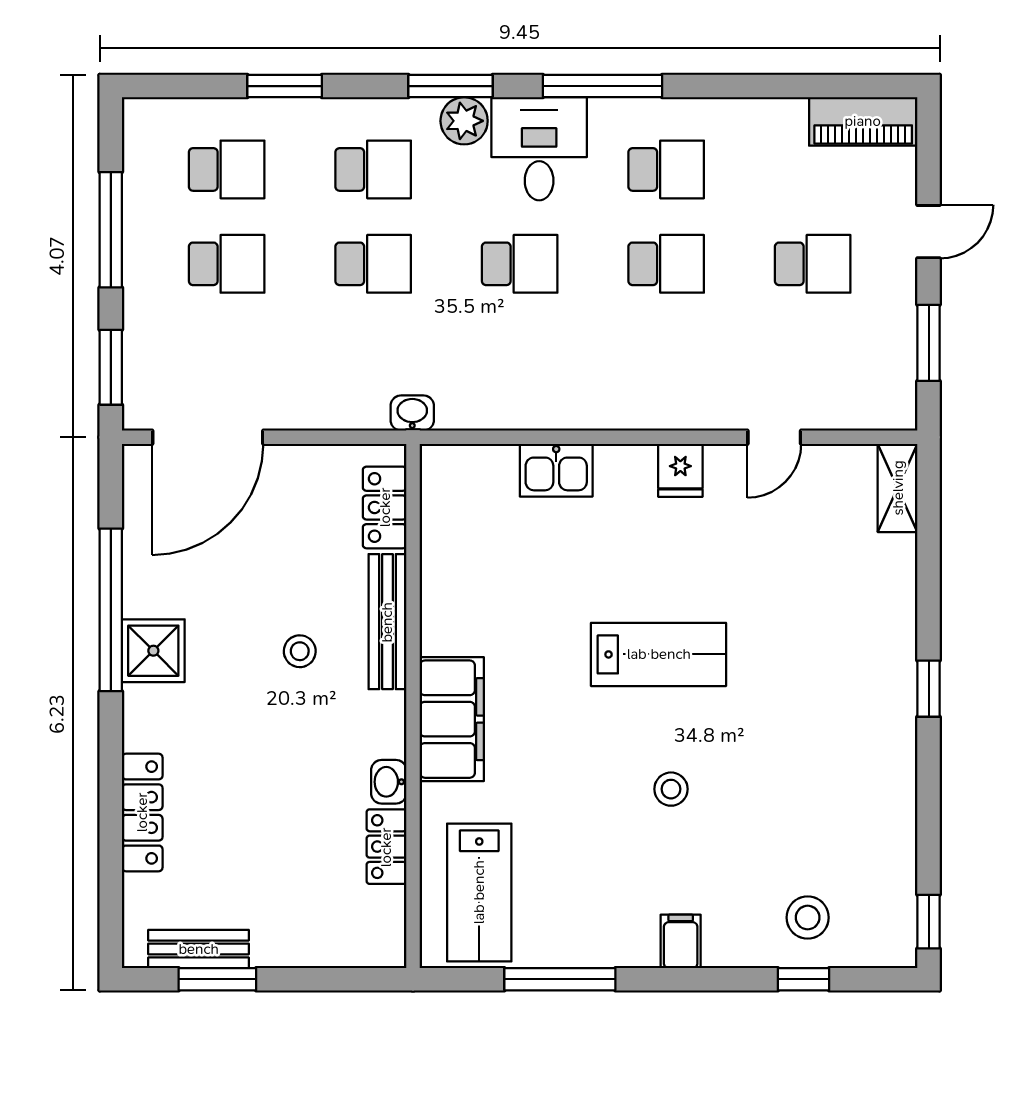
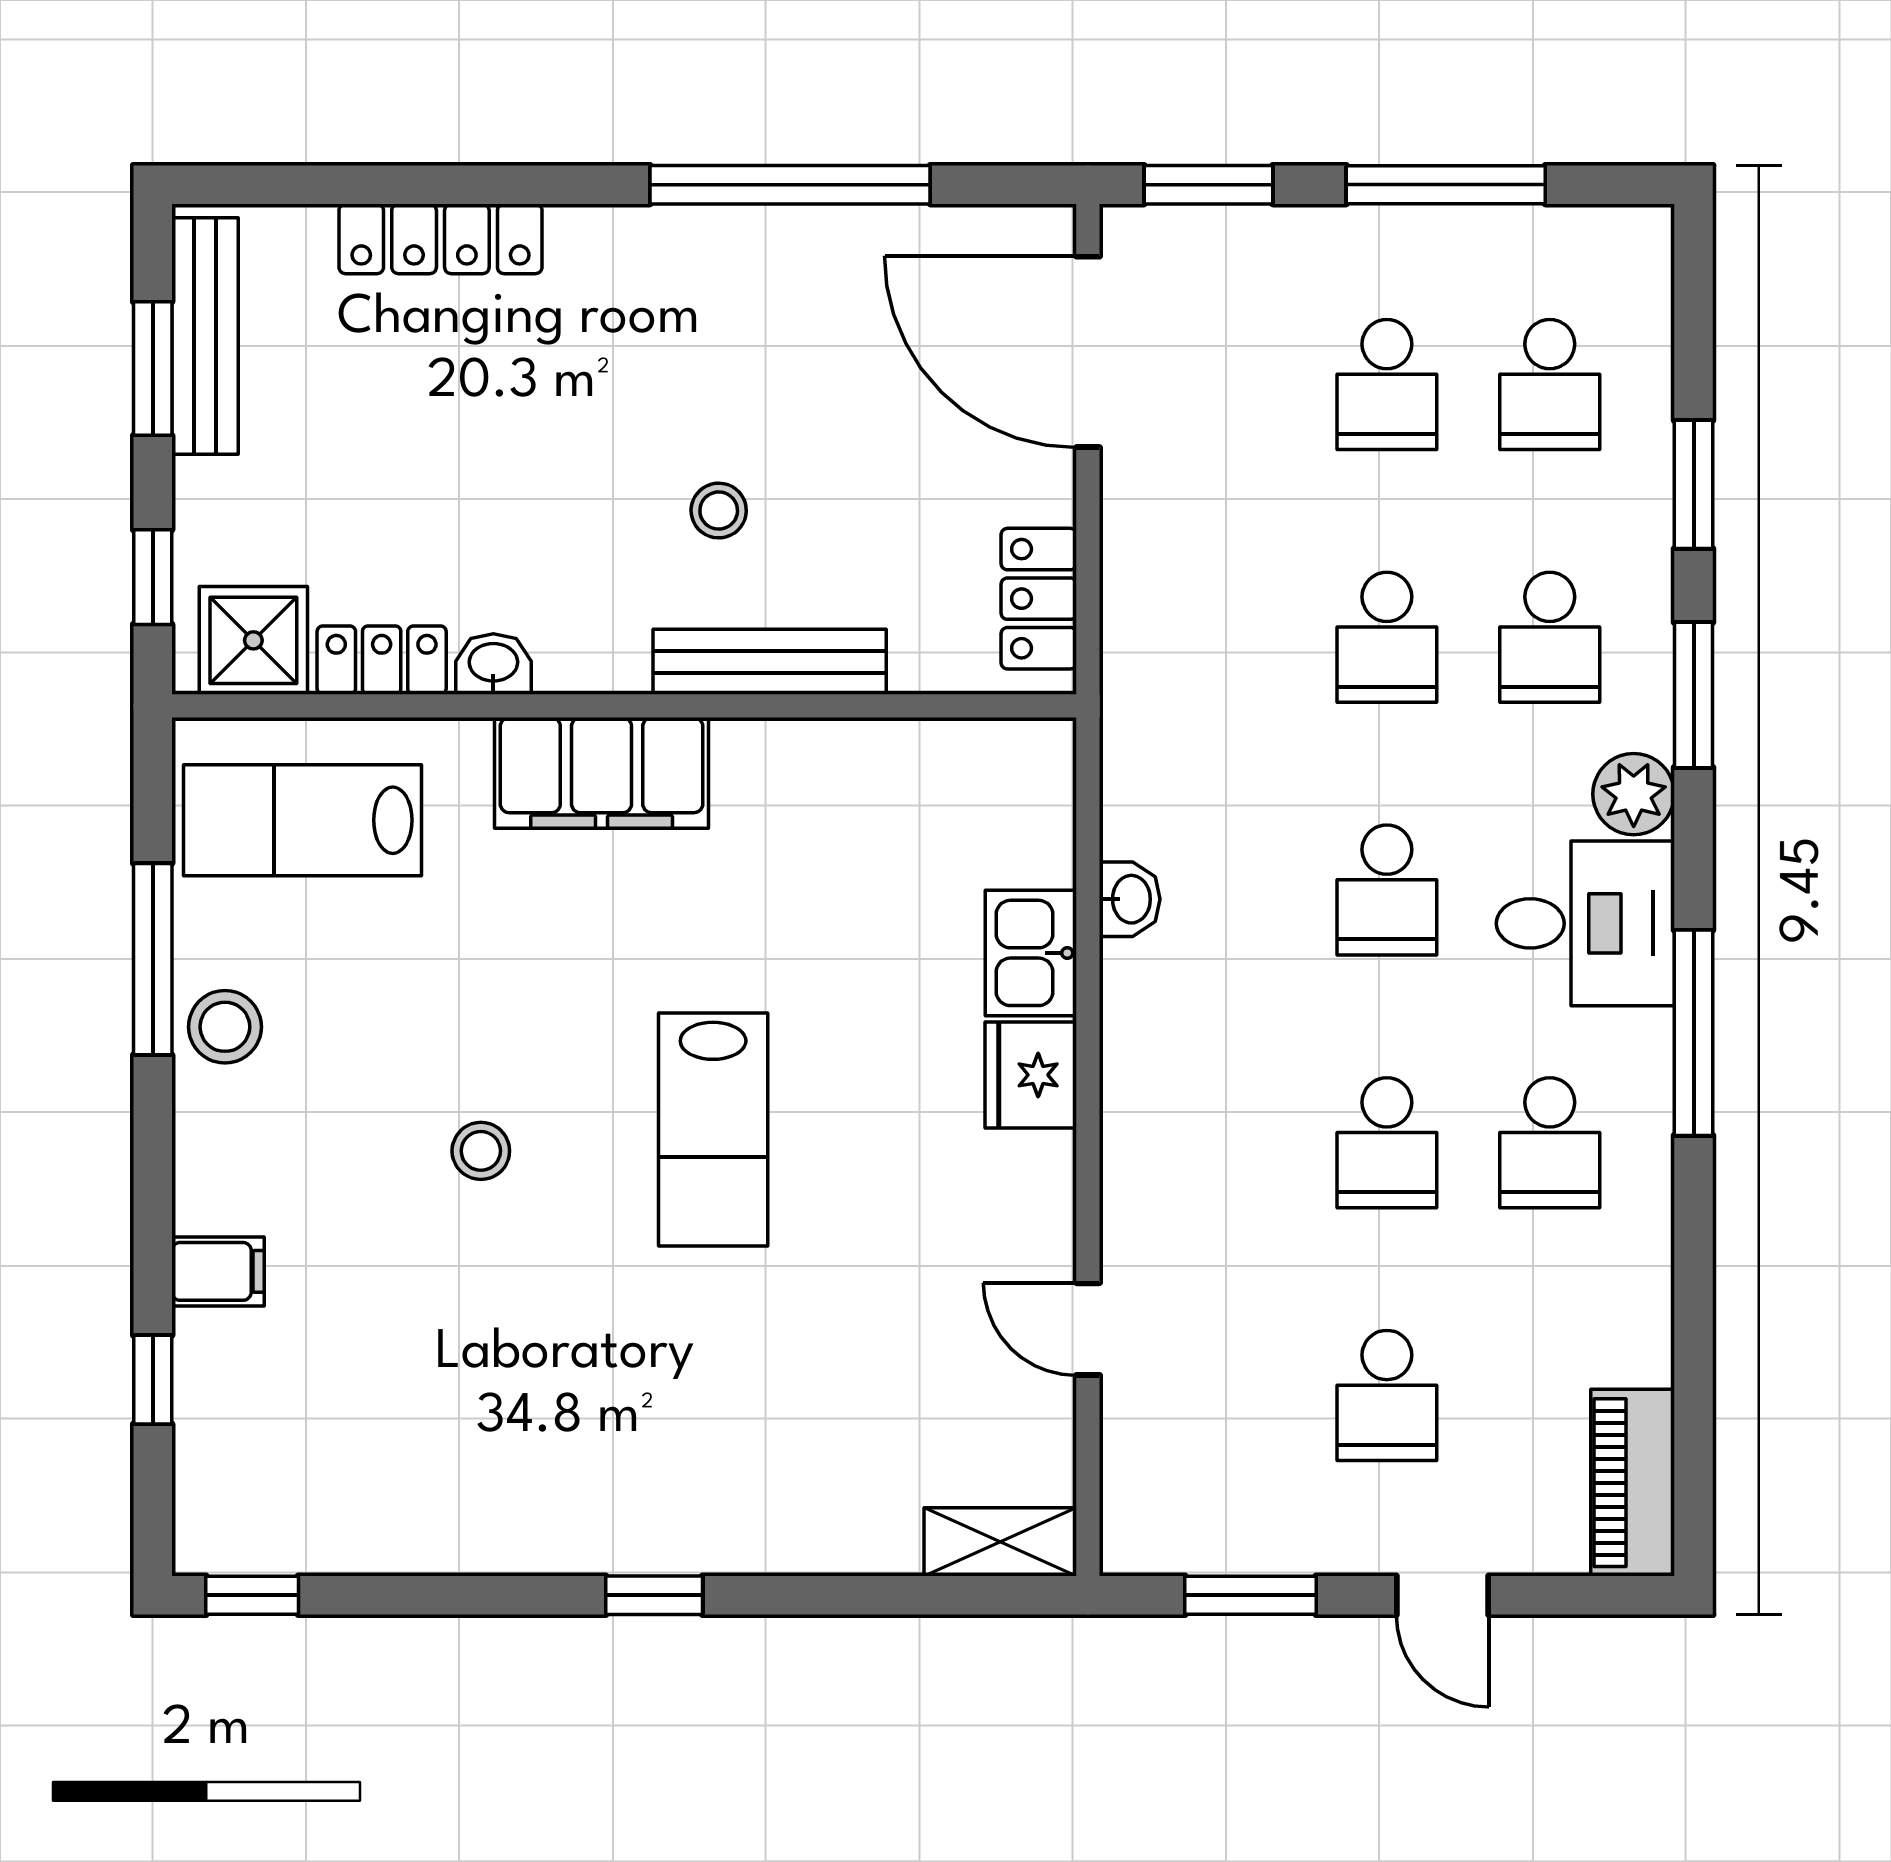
window: (450, 86) -> (1694, 695), moved
washbasin: (412, 413) -> (1130, 899), moved
fridge: (680, 470) -> (1031, 1075), moved, width x1.38
locker: (385, 507) -> (1039, 599), moved, turned -90
shower: (153, 651) -> (253, 640), moved
stool: (808, 918) -> (225, 1027), moved
filing cabinet: (681, 941) -> (218, 1271), moved
bench: (199, 949) -> (205, 336), width x1.36
window: (338, 979) -> (153, 577), added

